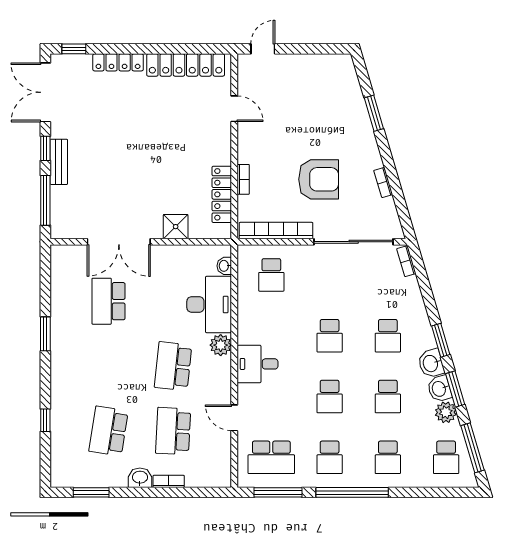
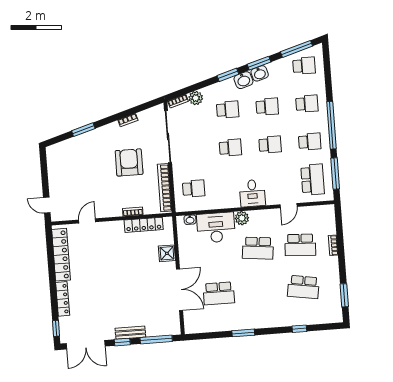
plant: (446, 412) -> (196, 98), moved
washbasin: (140, 478) -> (332, 264), removed

